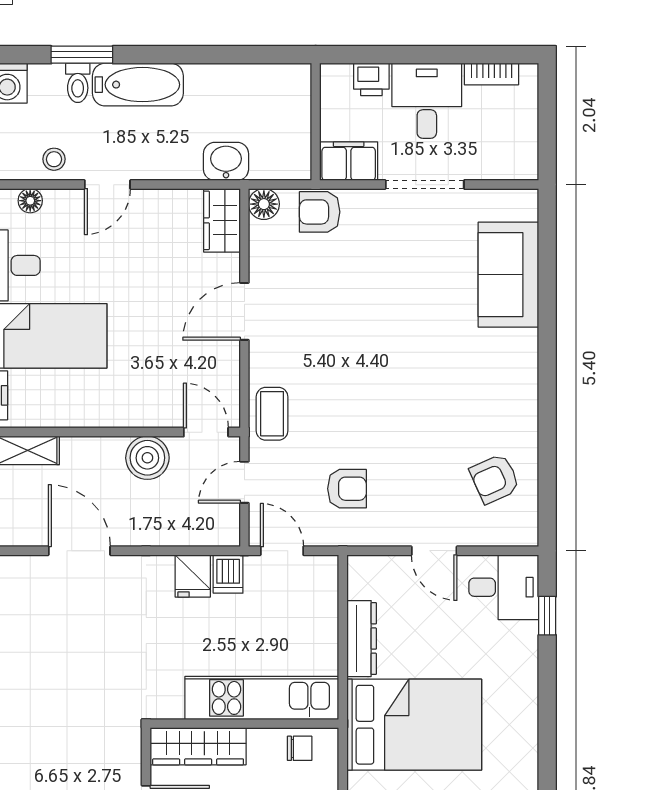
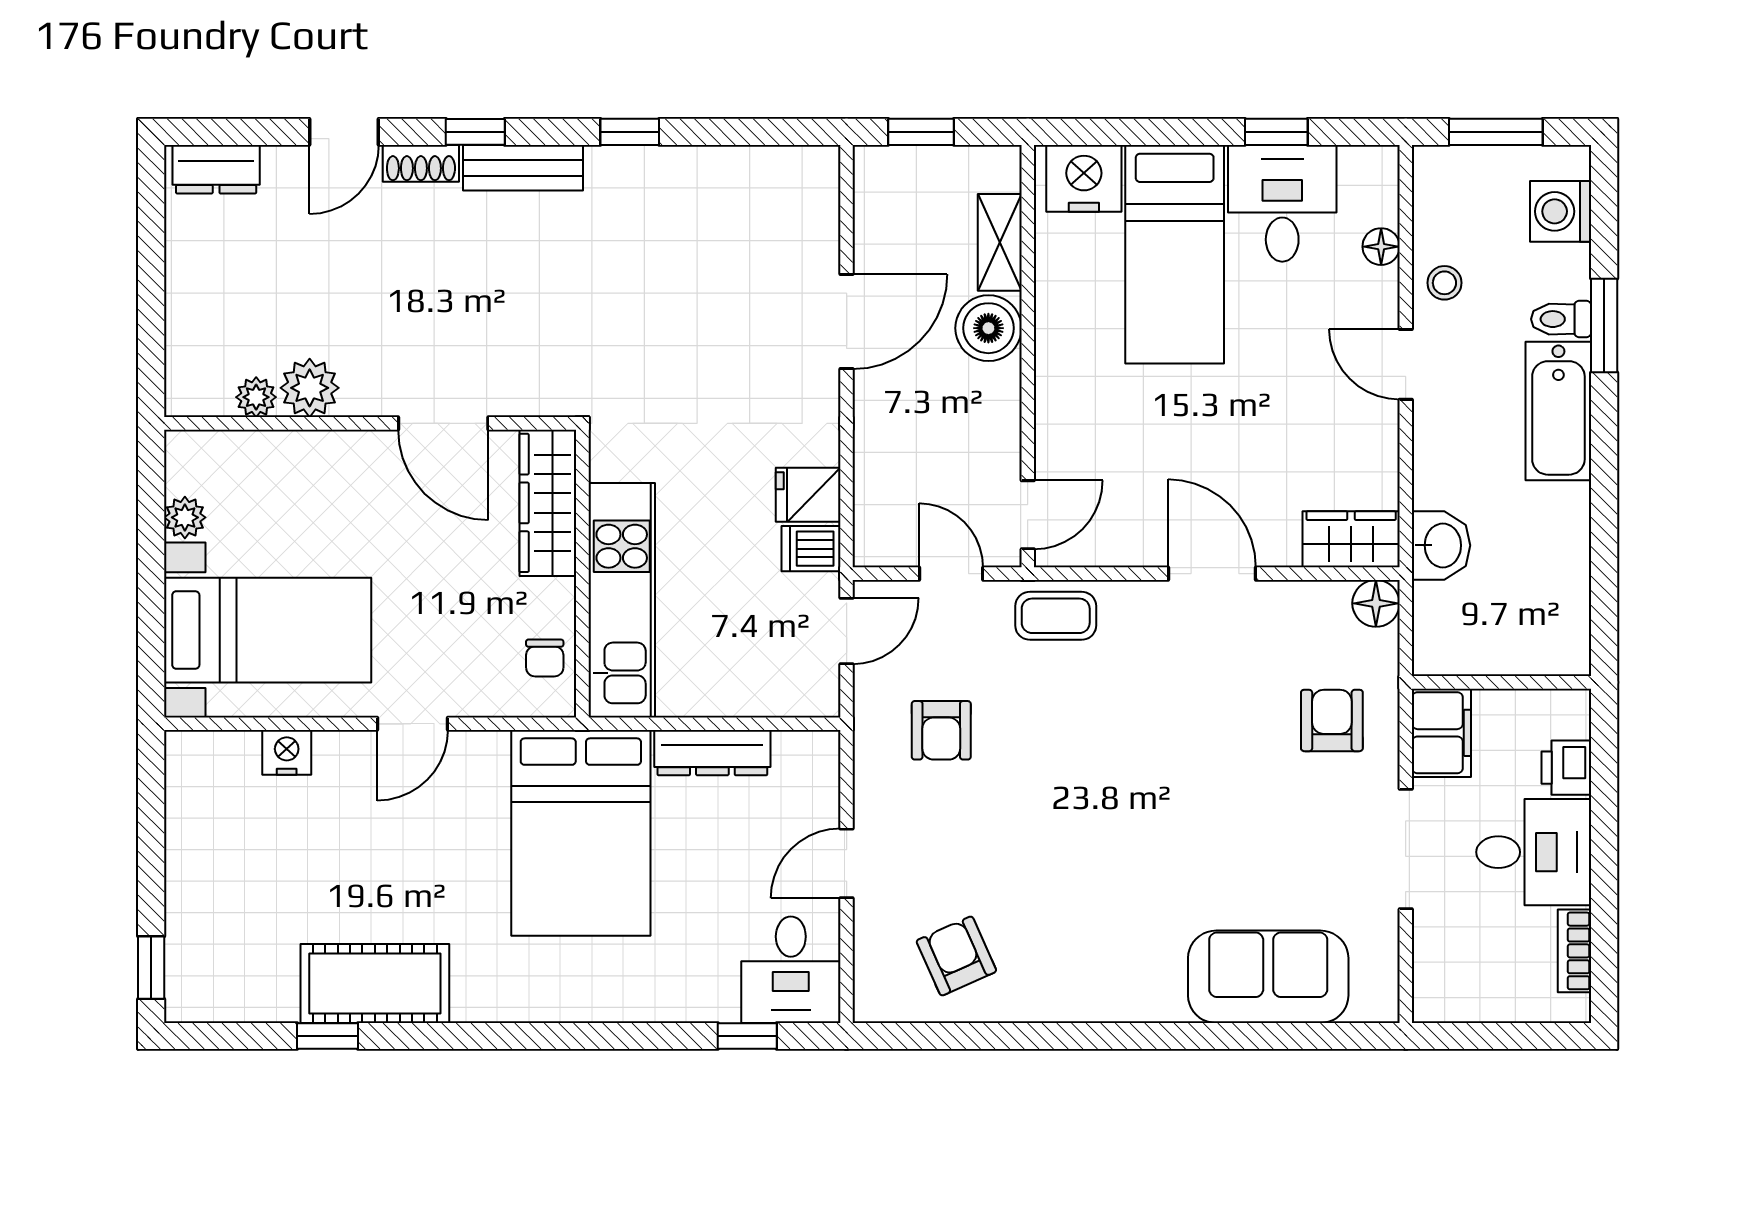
armchair: (320, 212) -> (1332, 720), moved
boiler: (147, 458) -> (988, 328), moved

